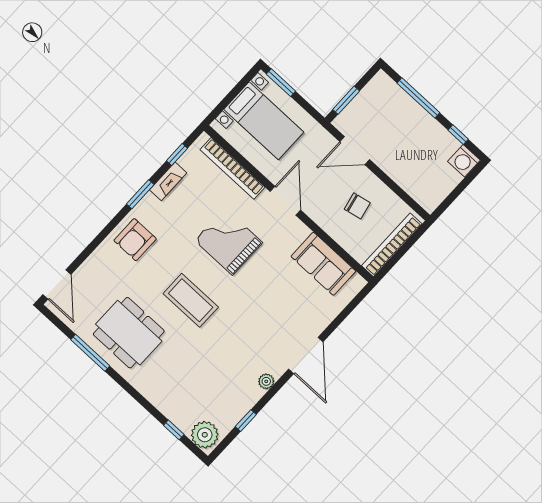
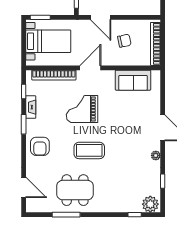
door: (355, 151) -> (101, 17), hinge flipped
door: (285, 201) -> (90, 68), hinge flipped
door: (57, 285) -> (24, 187), moved

